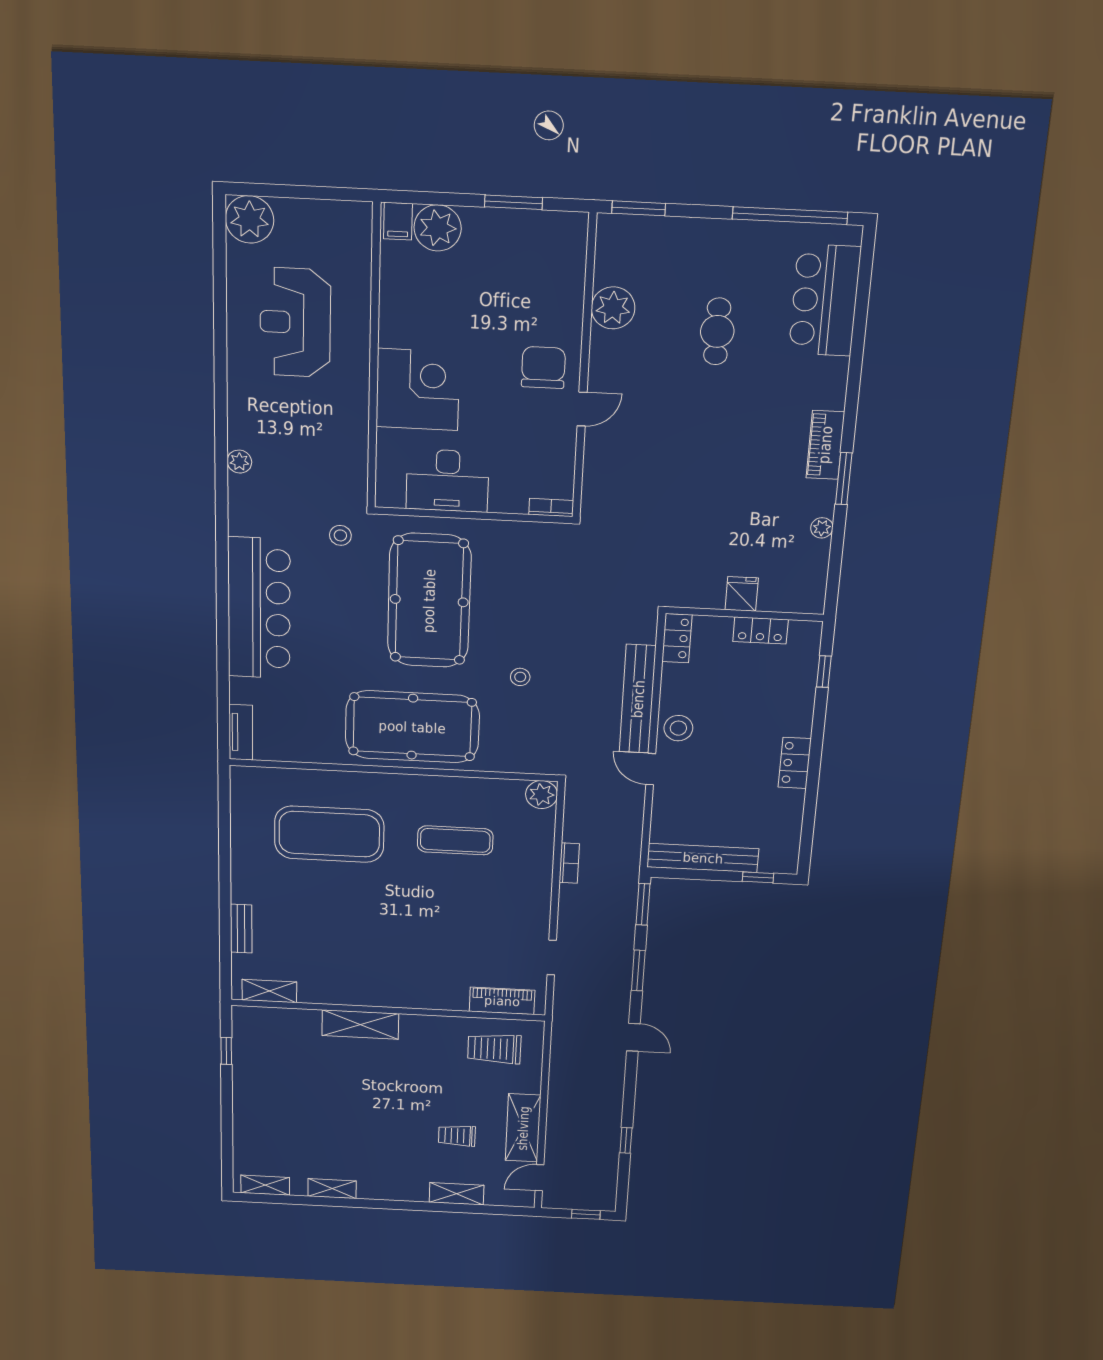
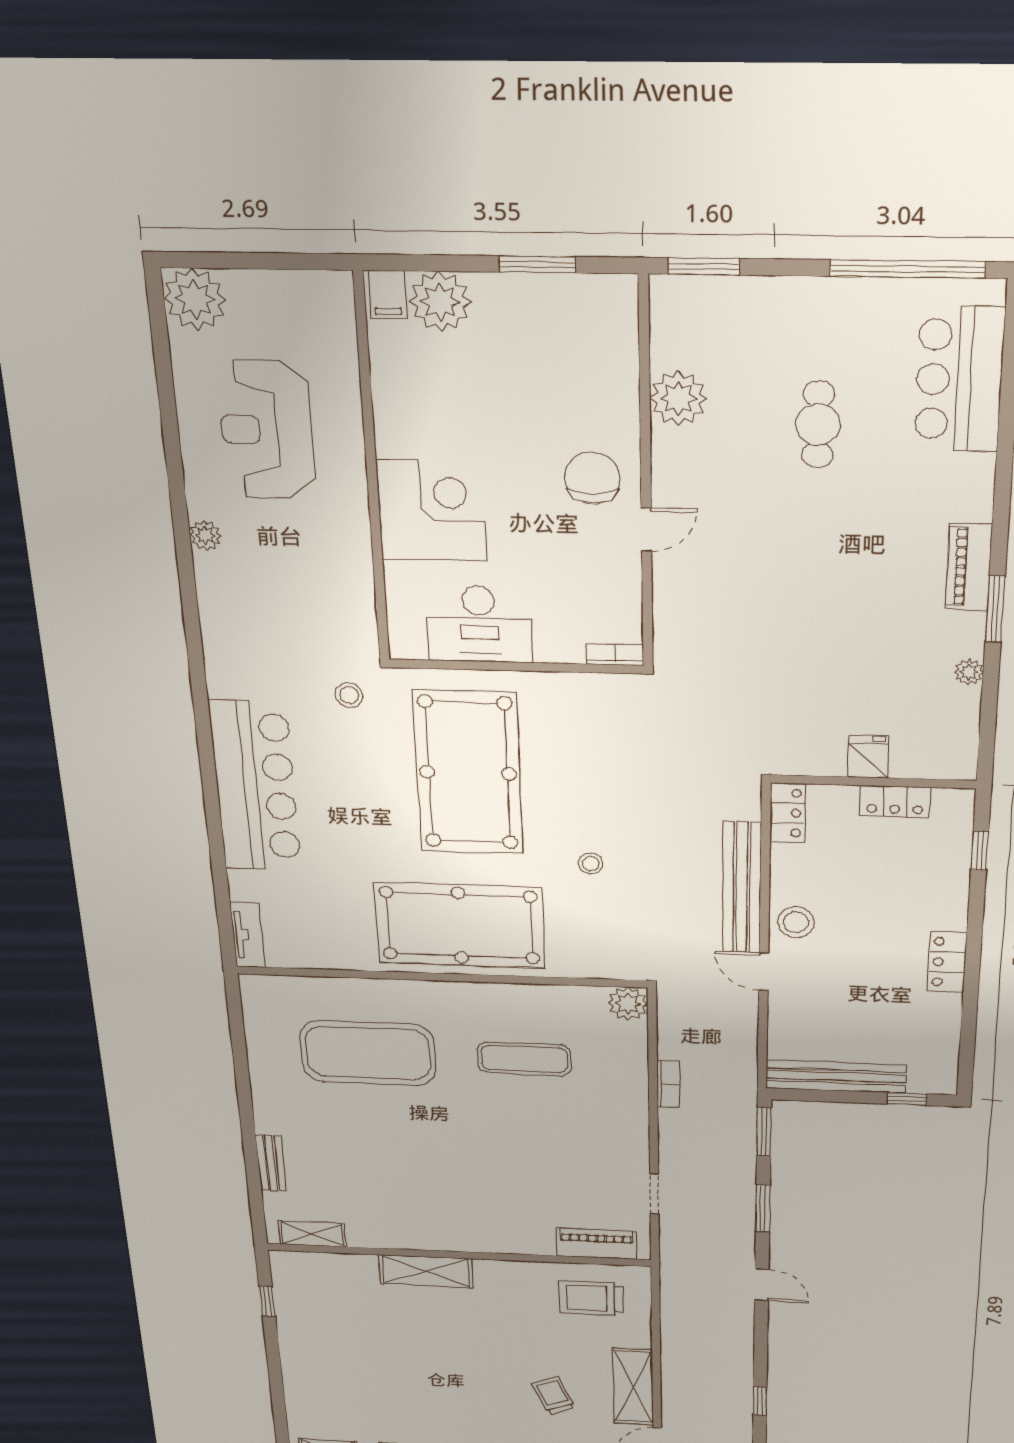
plant: (239, 462) -> (205, 535), moved
trolley: (457, 1136) -> (553, 1396), turned 68

